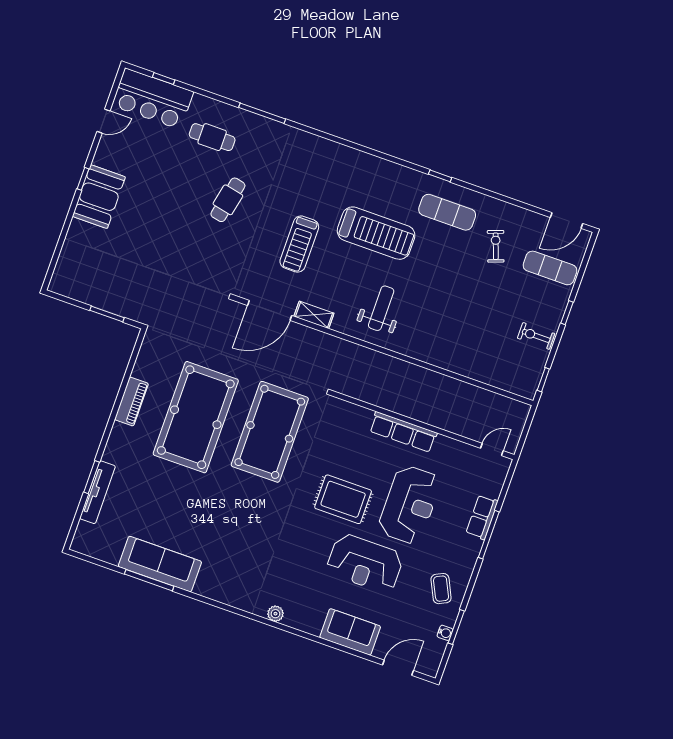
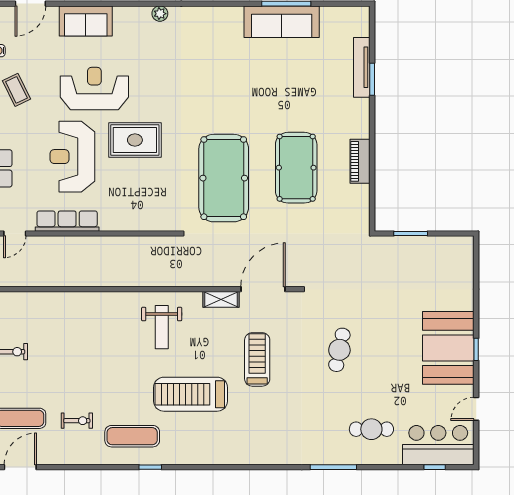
booth: (99, 197) -> (448, 348), width x1.36, depth x1.42
cafe table: (228, 200) -> (339, 350), moved
exercise bike: (496, 246) -> (77, 421), turned -70
pool table: (196, 417) -> (296, 168), width x0.73, depth x0.76
row of seats: (403, 432) -> (67, 221), moved

